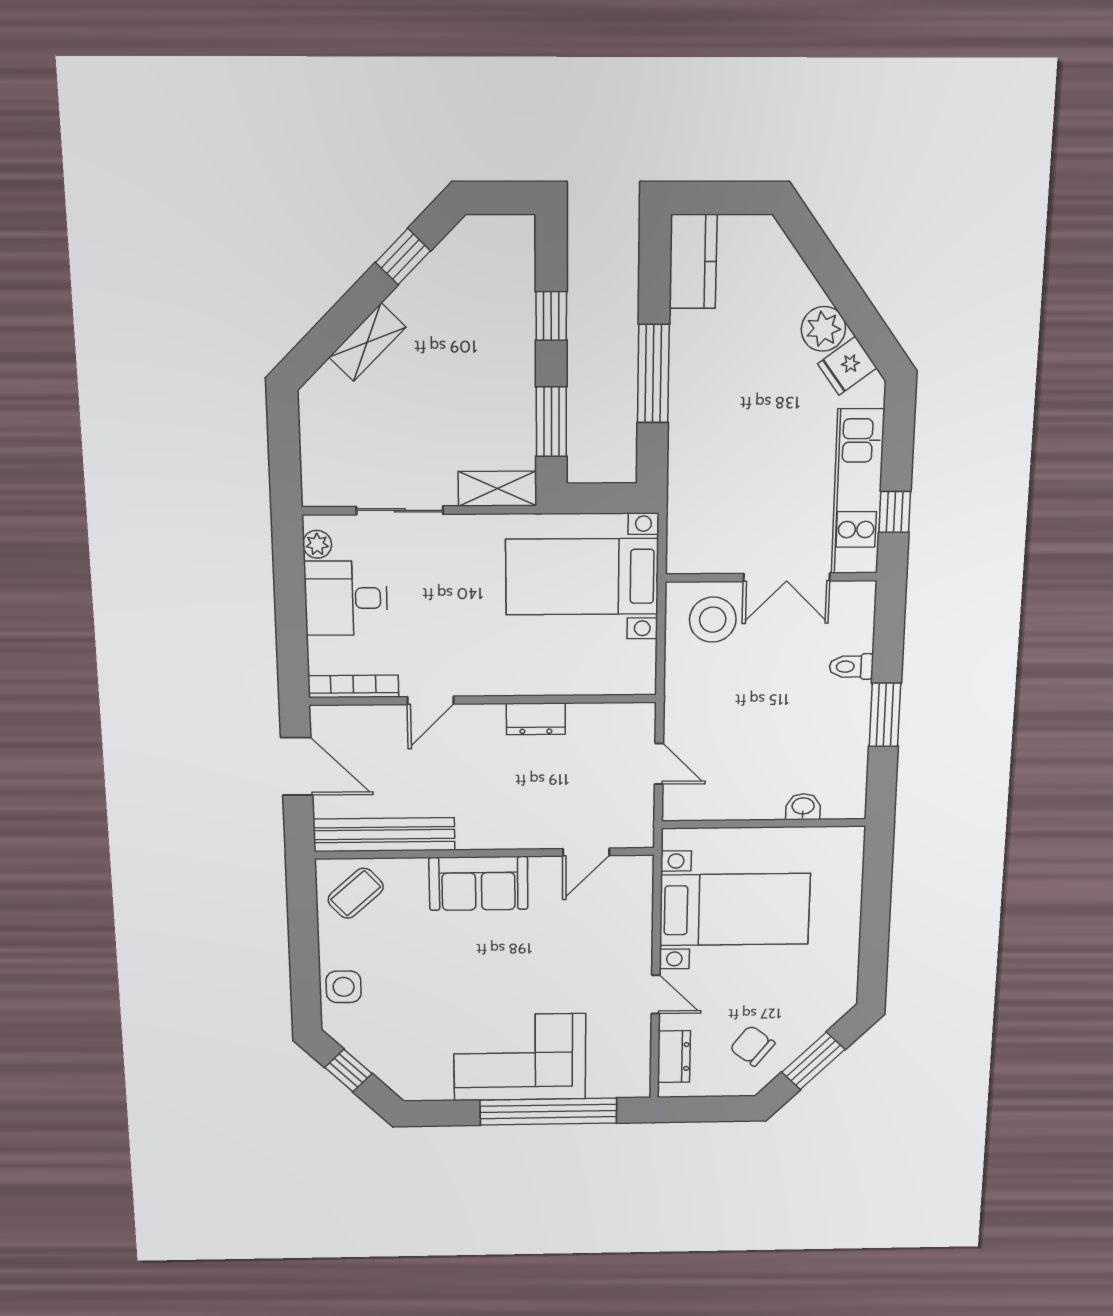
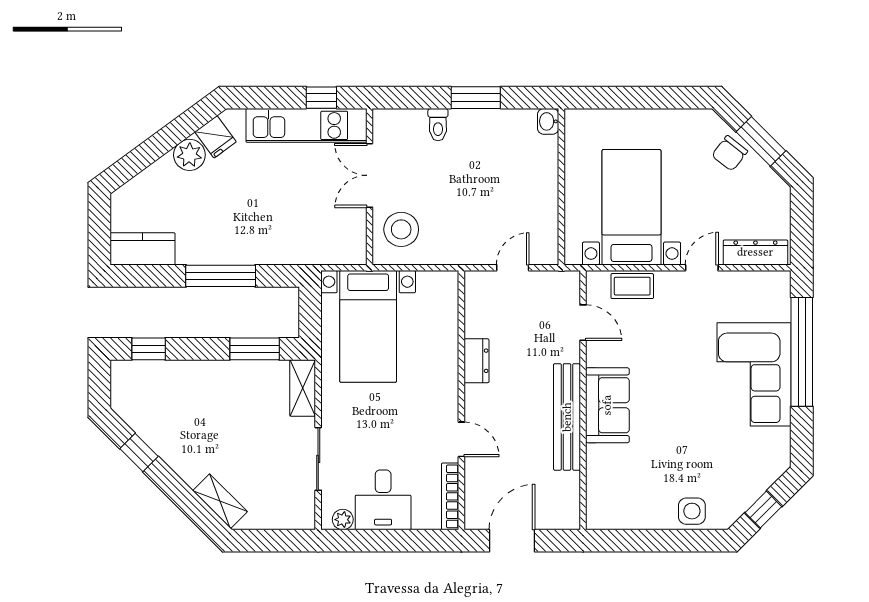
window: (551, 316) -> (149, 349), moved
shelving: (367, 342) -> (220, 501), moved
double door: (787, 577) -> (370, 175), swing flipped
washbasin: (803, 807) -> (548, 121), moved
bench: (384, 835) -> (567, 417), moved
coffee table: (356, 893) -> (632, 286), moved, turned -48
chair: (752, 1046) -> (730, 153), moved
dresser: (674, 1057) -> (755, 252), width x1.44

